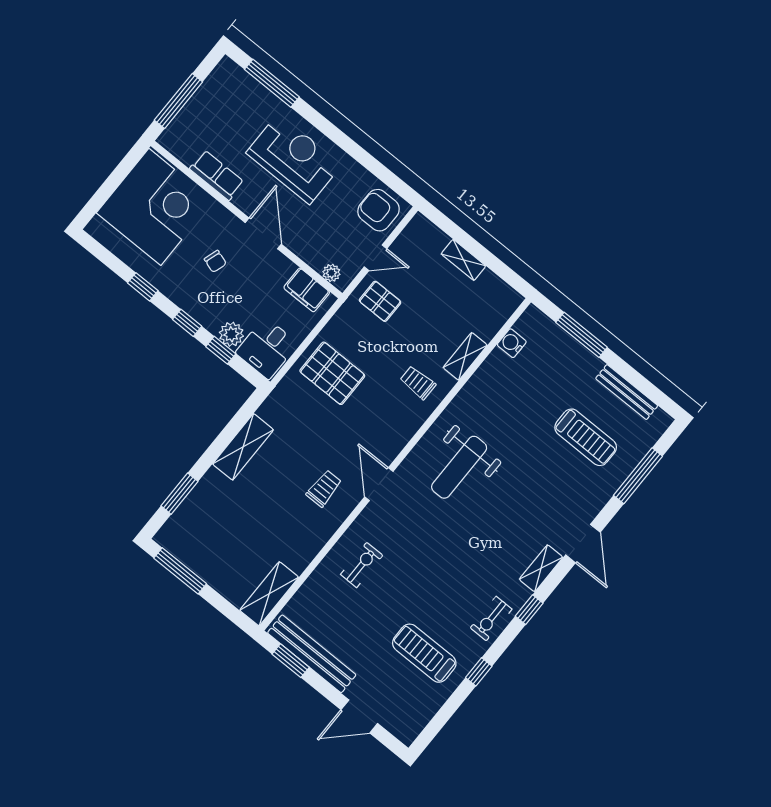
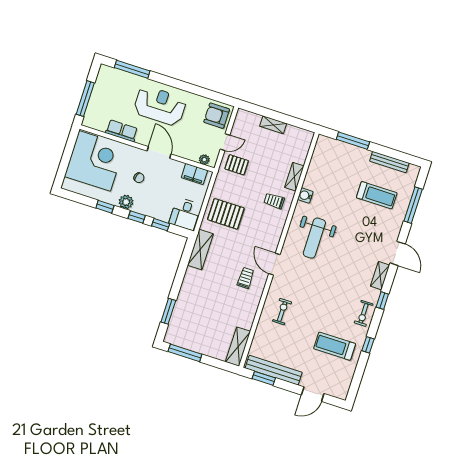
plant: (231, 334) -> (126, 202), moved
water cooler: (512, 343) -> (305, 196), moved
shelving: (243, 447) -> (200, 250), moved

